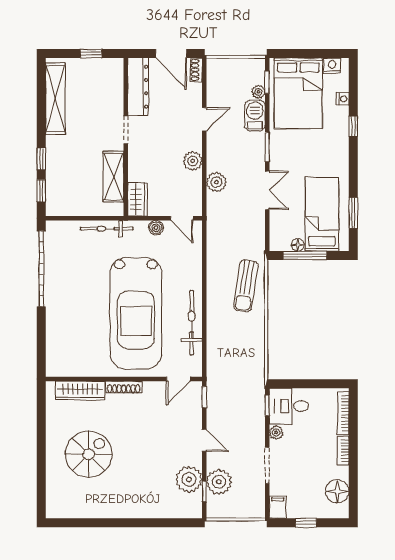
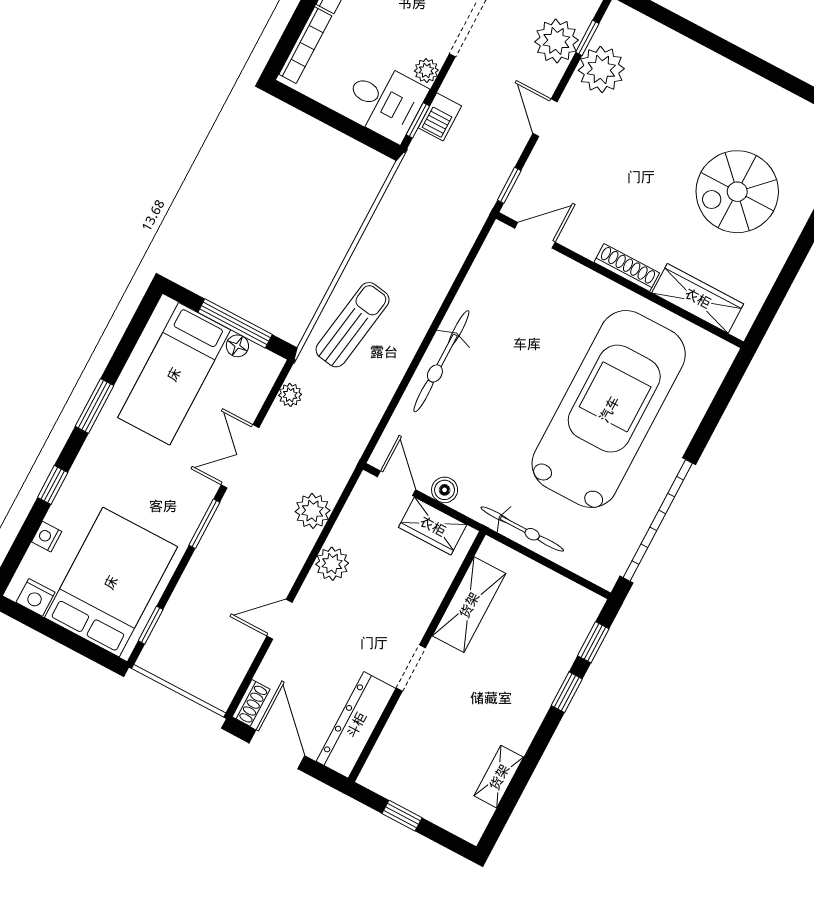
plant: (258, 92) -> (290, 395), moved
shelving: (55, 99) -> (499, 777), width x0.45, depth x0.75
barbecue: (255, 116) -> (440, 117), moved, width x0.73, depth x0.79
wardrobe: (138, 199) -> (433, 526), moved, turned -90
window: (353, 213) -> (95, 406), moved
car: (136, 313) -> (609, 409), moved
bicycle: (192, 323) -> (441, 361), moved

